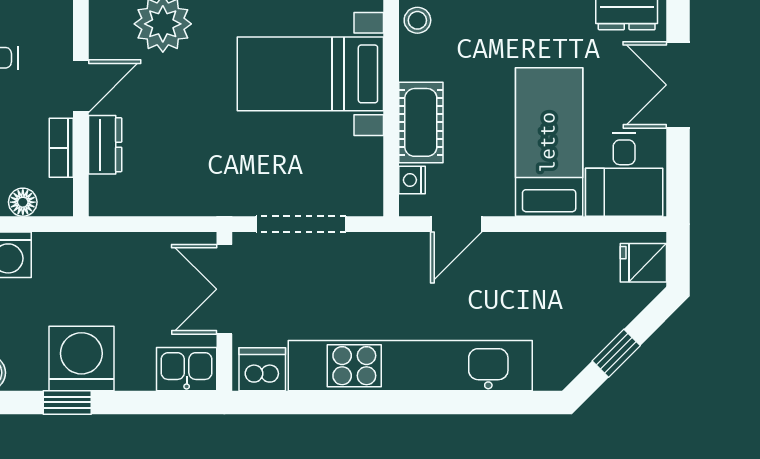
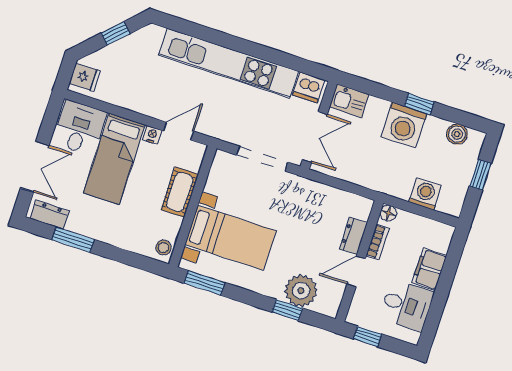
nightstand: (412, 180) -> (152, 135), moved, turned -90
floor lamp: (23, 202) -> (388, 213), moved

